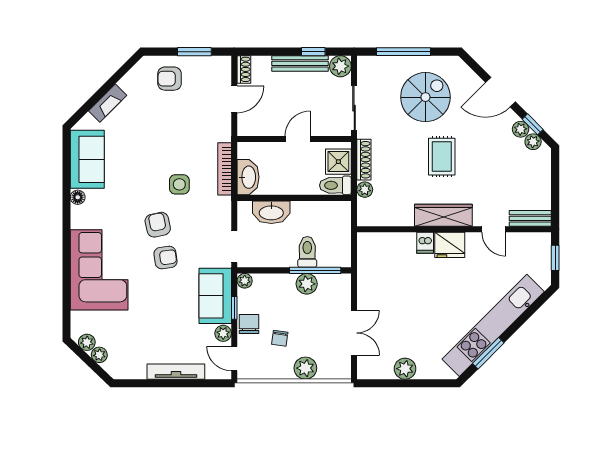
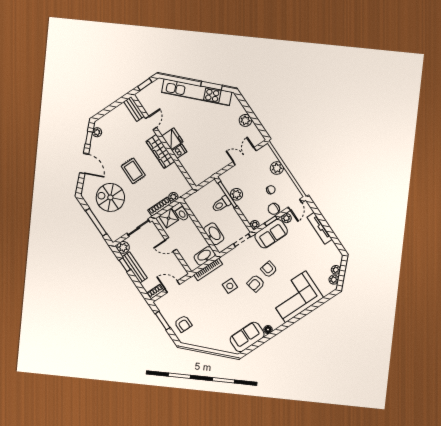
fireplace: (108, 103) -> (214, 345), removed
plant: (521, 129) -> (95, 142), removed
rug: (442, 157) -> (133, 171), turned 90

